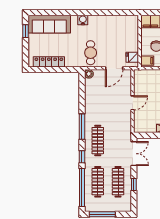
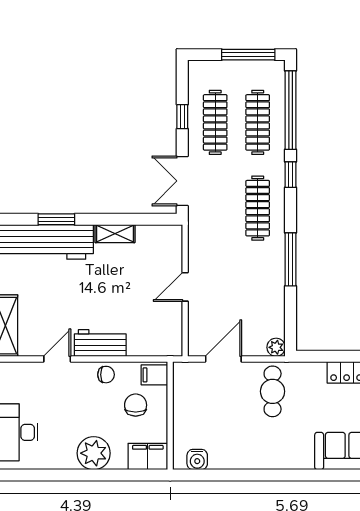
water cooler: (83, 20) -> (197, 460), moved
fridge: (132, 57) -> (185, 382), removed
window: (82, 127) -> (291, 259), moved

